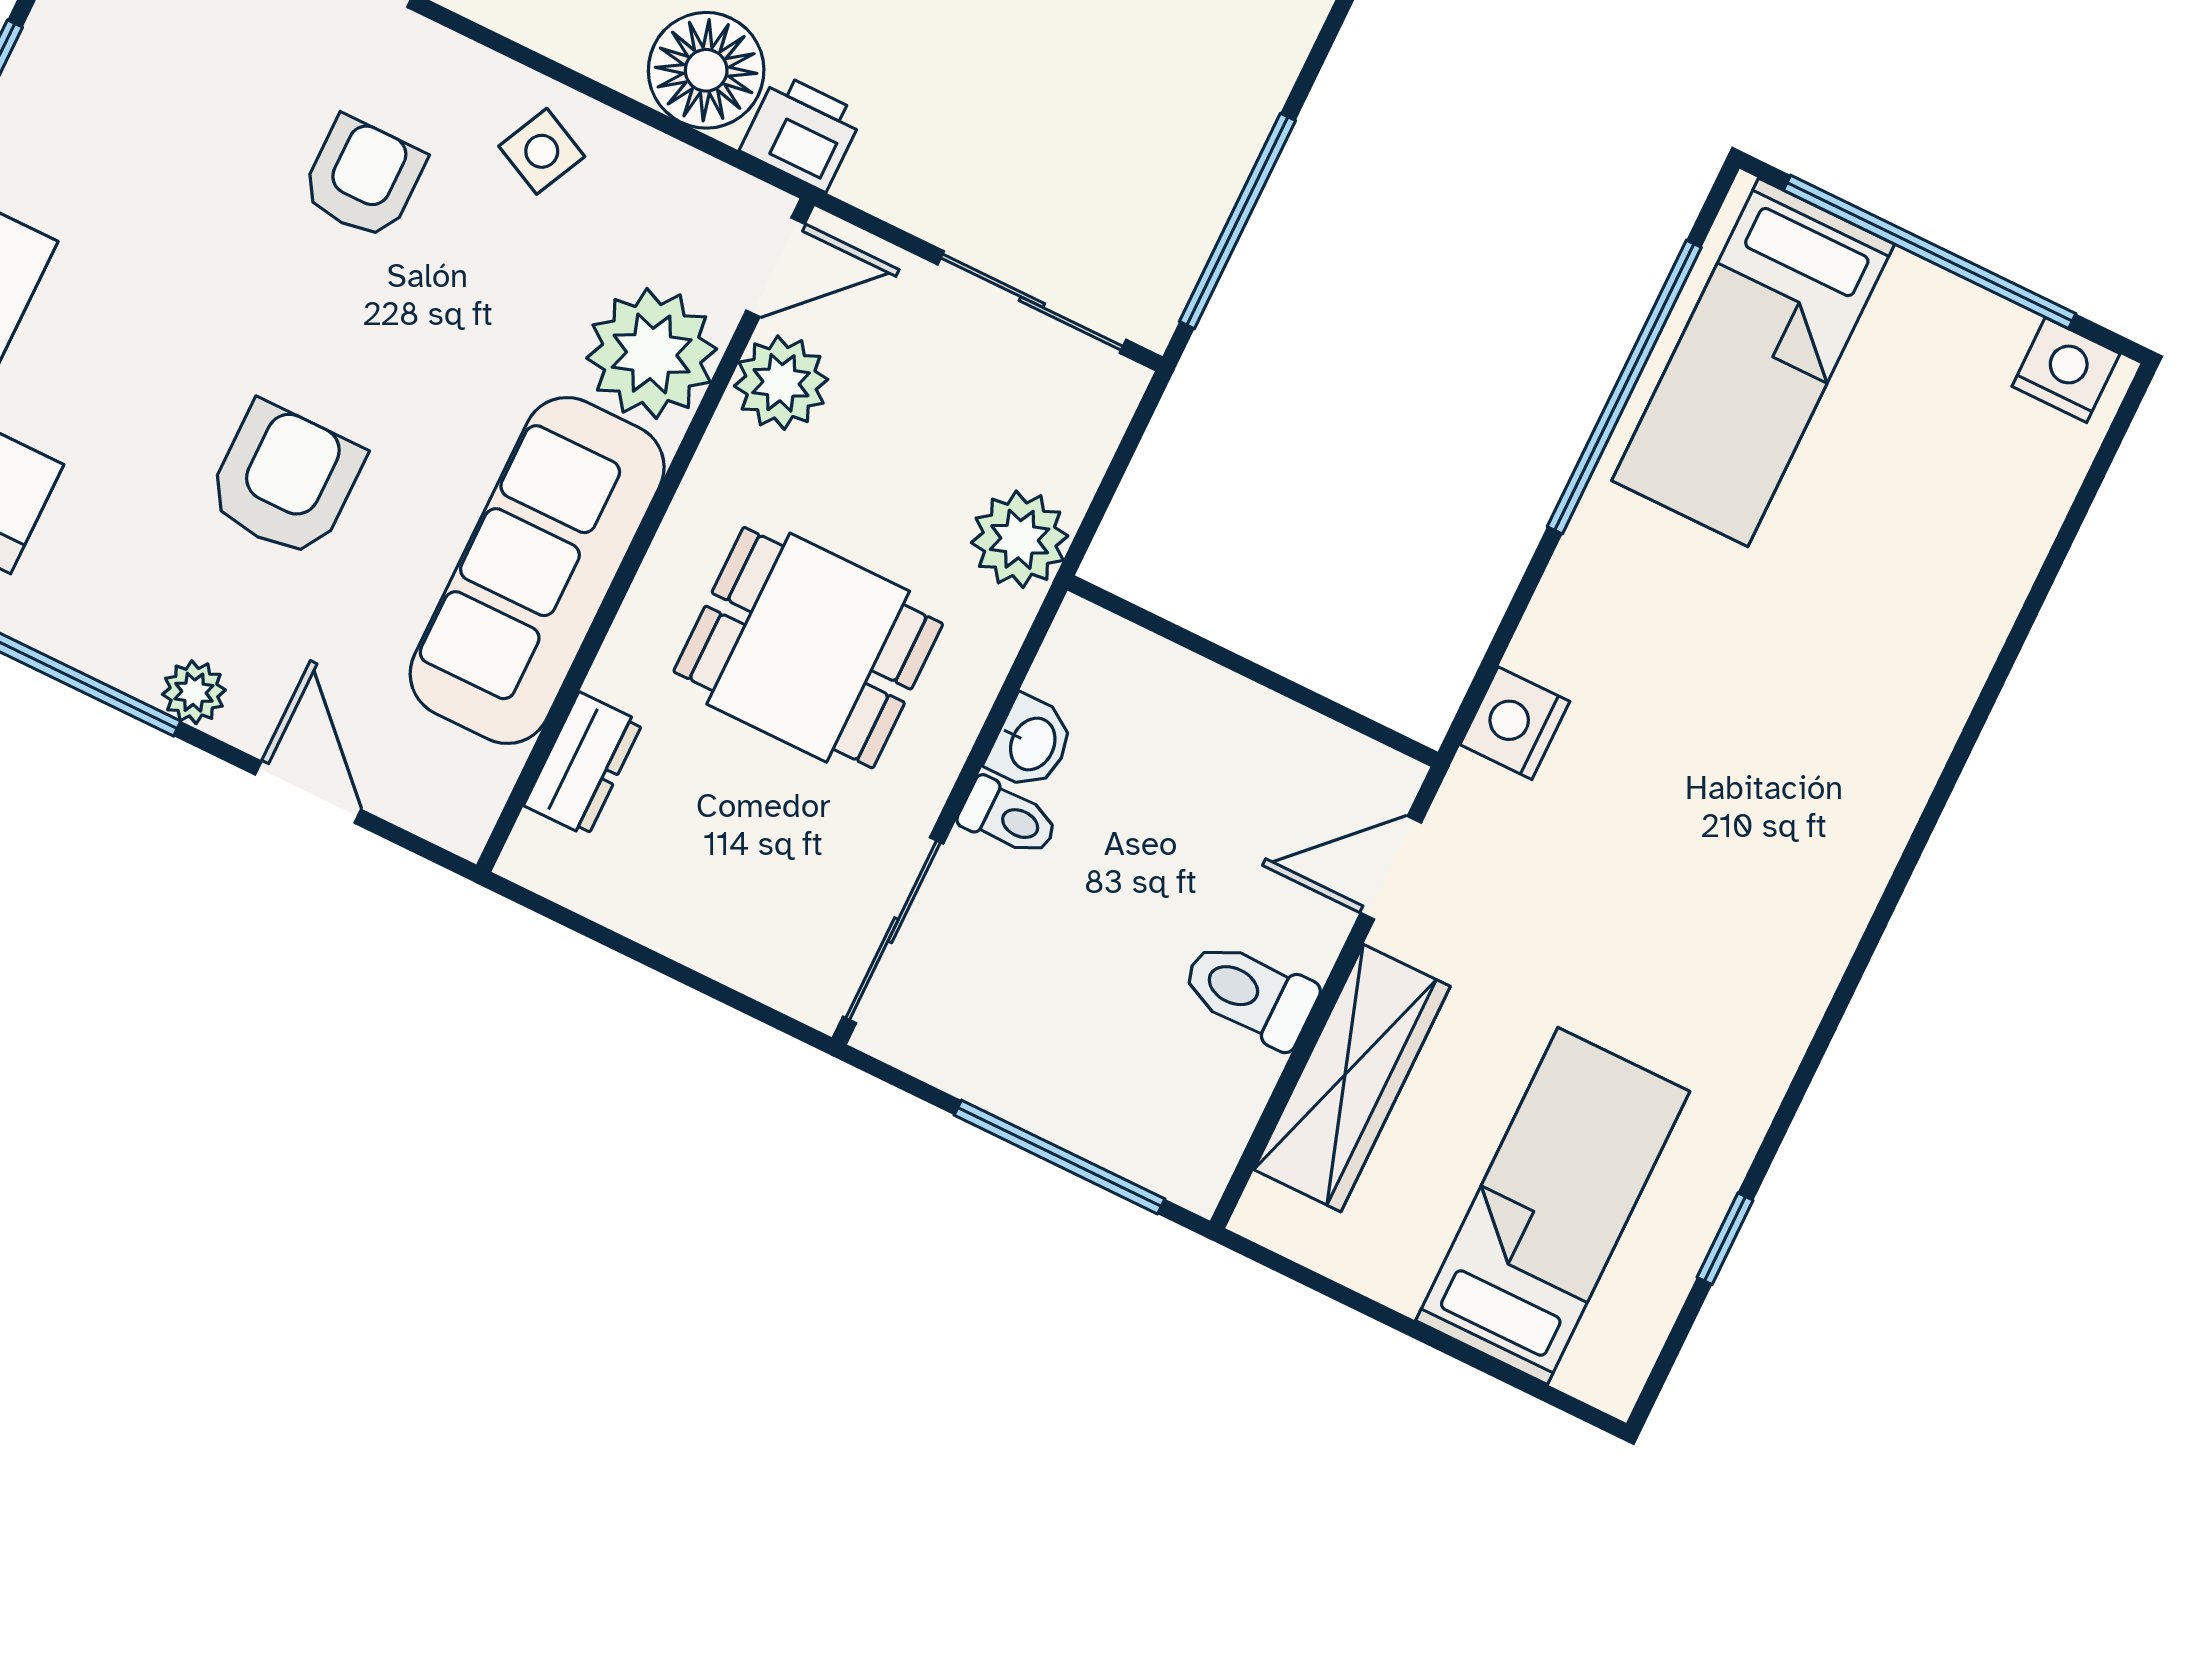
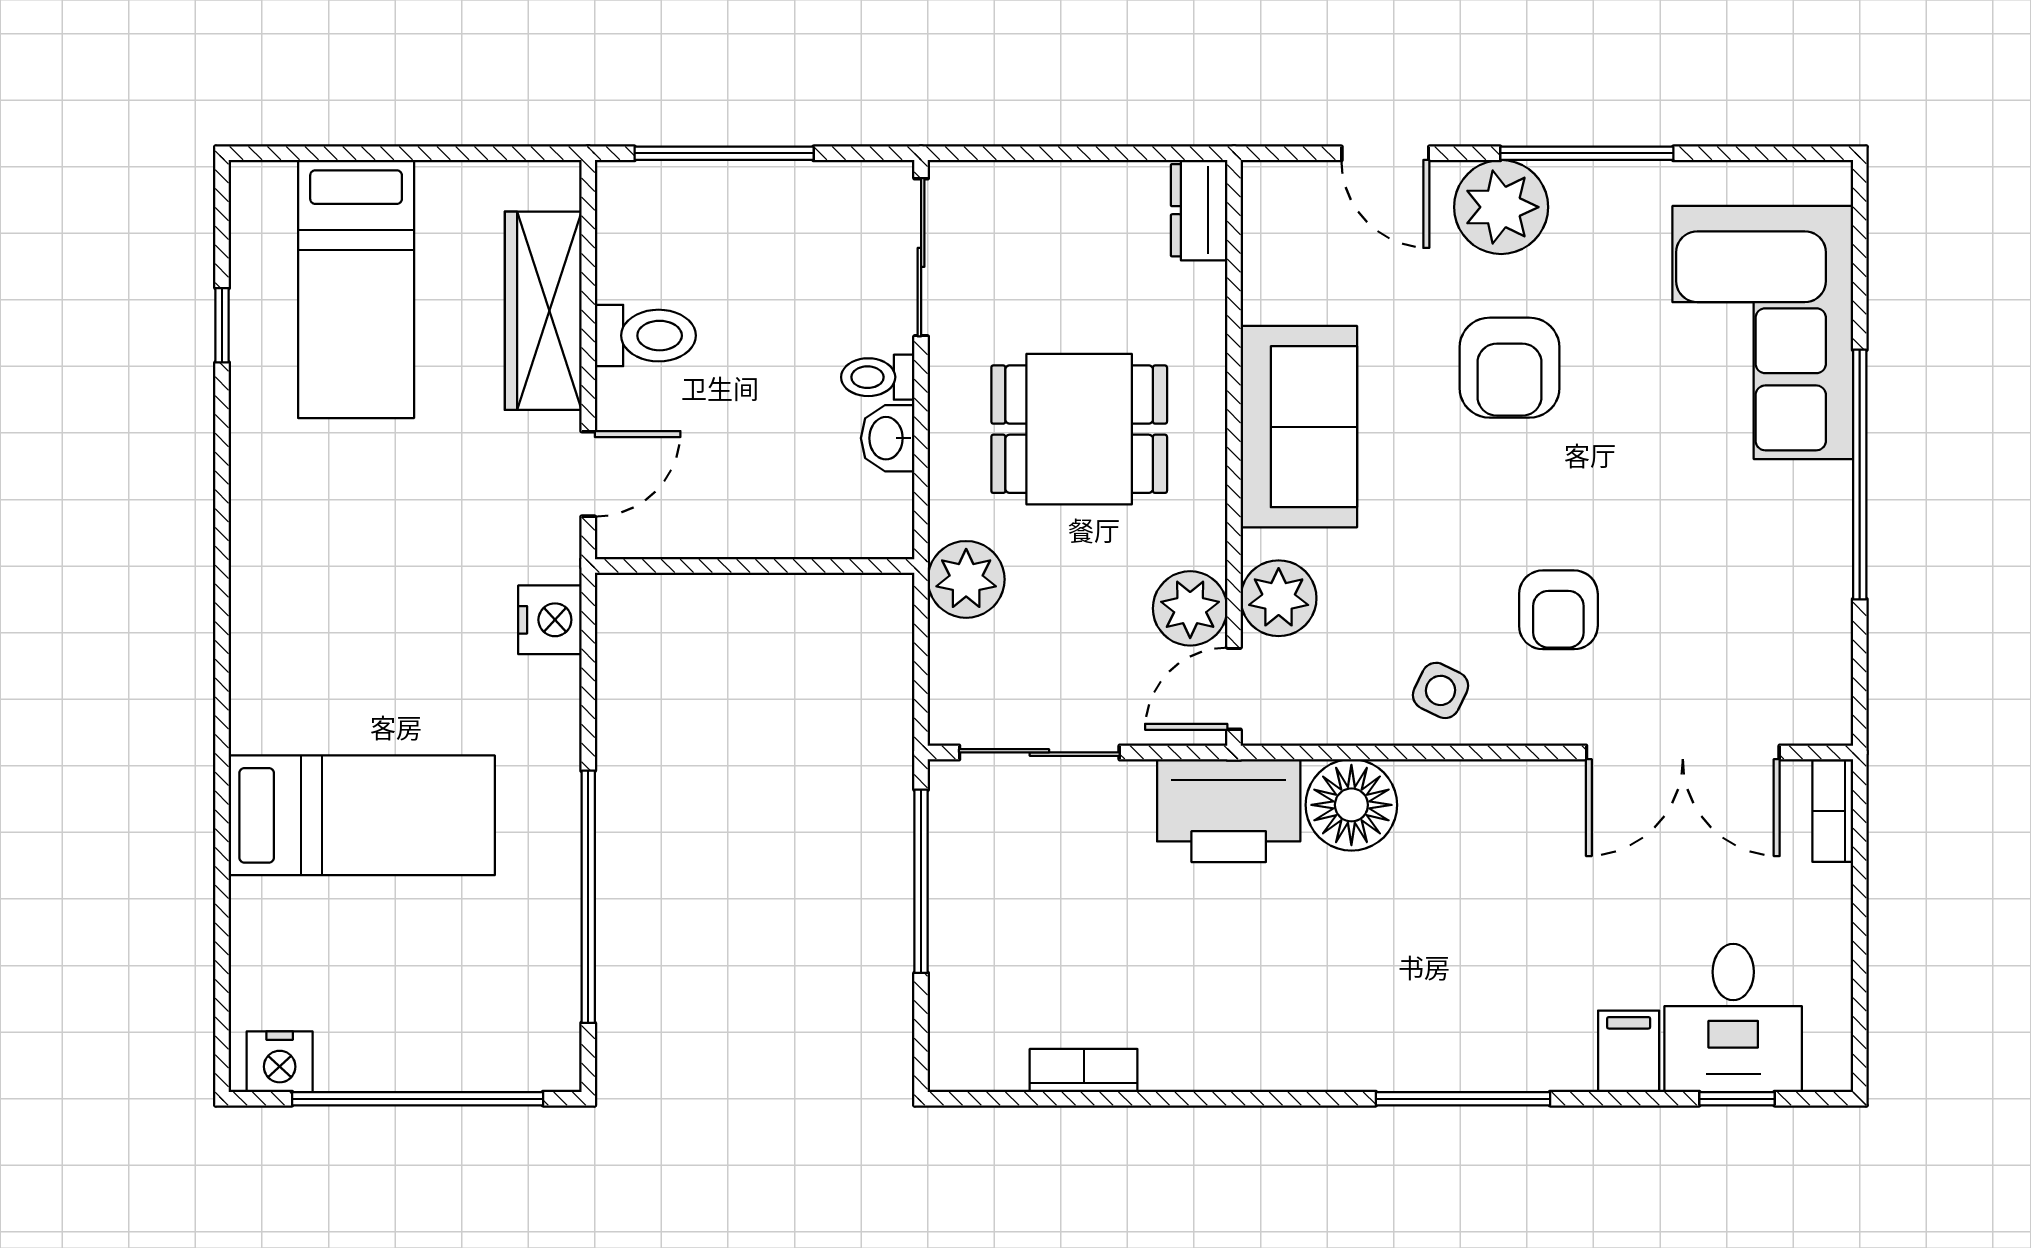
printer: (802, 132) -> (1229, 811), width x1.87, depth x1.48
plant: (652, 354) -> (1279, 598), width x0.73, depth x0.73
bed: (1753, 362) -> (362, 815), moved, turned 90
sofa: (537, 570) -> (1299, 427), width x0.73
plant: (194, 692) -> (1501, 207), width x1.88, depth x1.88
dresser: (583, 764) -> (1199, 210), moved

